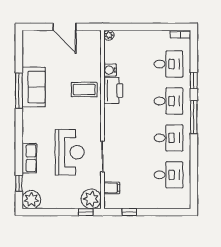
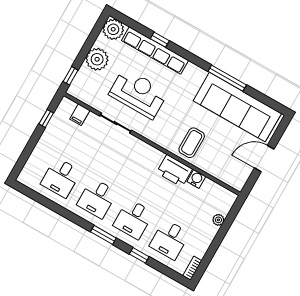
plant: (109, 35) -> (218, 220), moved
sofa: (34, 87) -> (237, 107), width x1.85, depth x1.27
window: (194, 117) -> (103, 235), width x0.69
reception desk: (70, 152) -> (138, 93), turned 180
row of seats: (29, 158) -> (155, 50), width x2.02
window: (19, 183) -> (160, 40), moved
plant: (91, 199) -> (97, 59), moved

